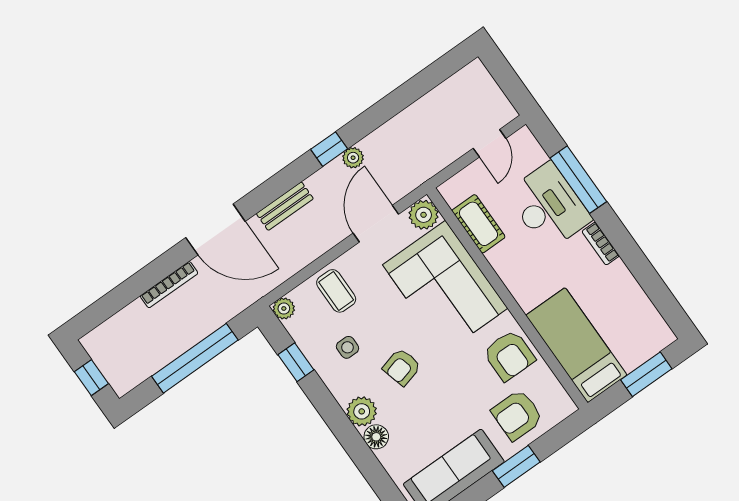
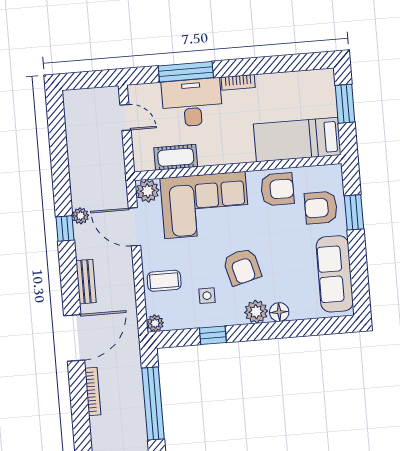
window: (296, 362) -> (213, 335), moved
armchair: (402, 367) -> (242, 267), width x1.38, depth x1.38
armchair: (517, 415) -> (321, 208), turned 90
window: (516, 466) -> (354, 212), moved

